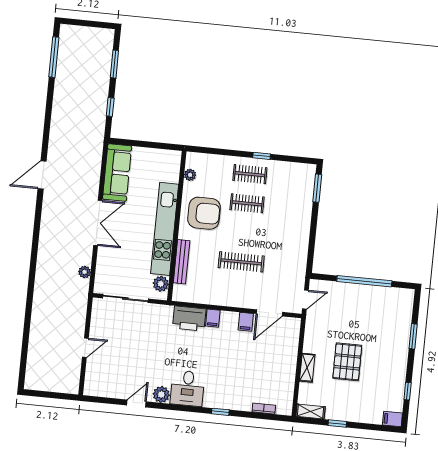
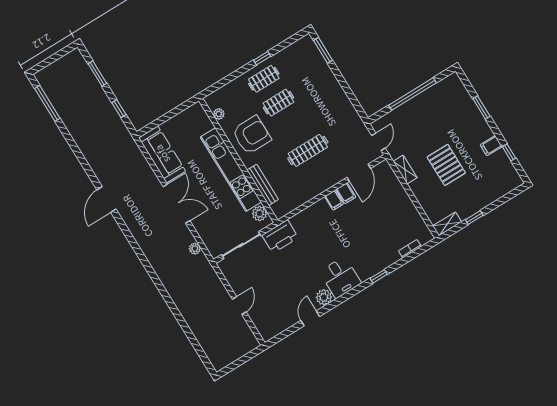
printer: (189, 318) -> (280, 236), moved
filing cabinet: (213, 318) -> (334, 200), moved
shelving: (307, 368) -> (405, 170), moved
filing cabinet: (392, 419) -> (491, 146), moved

